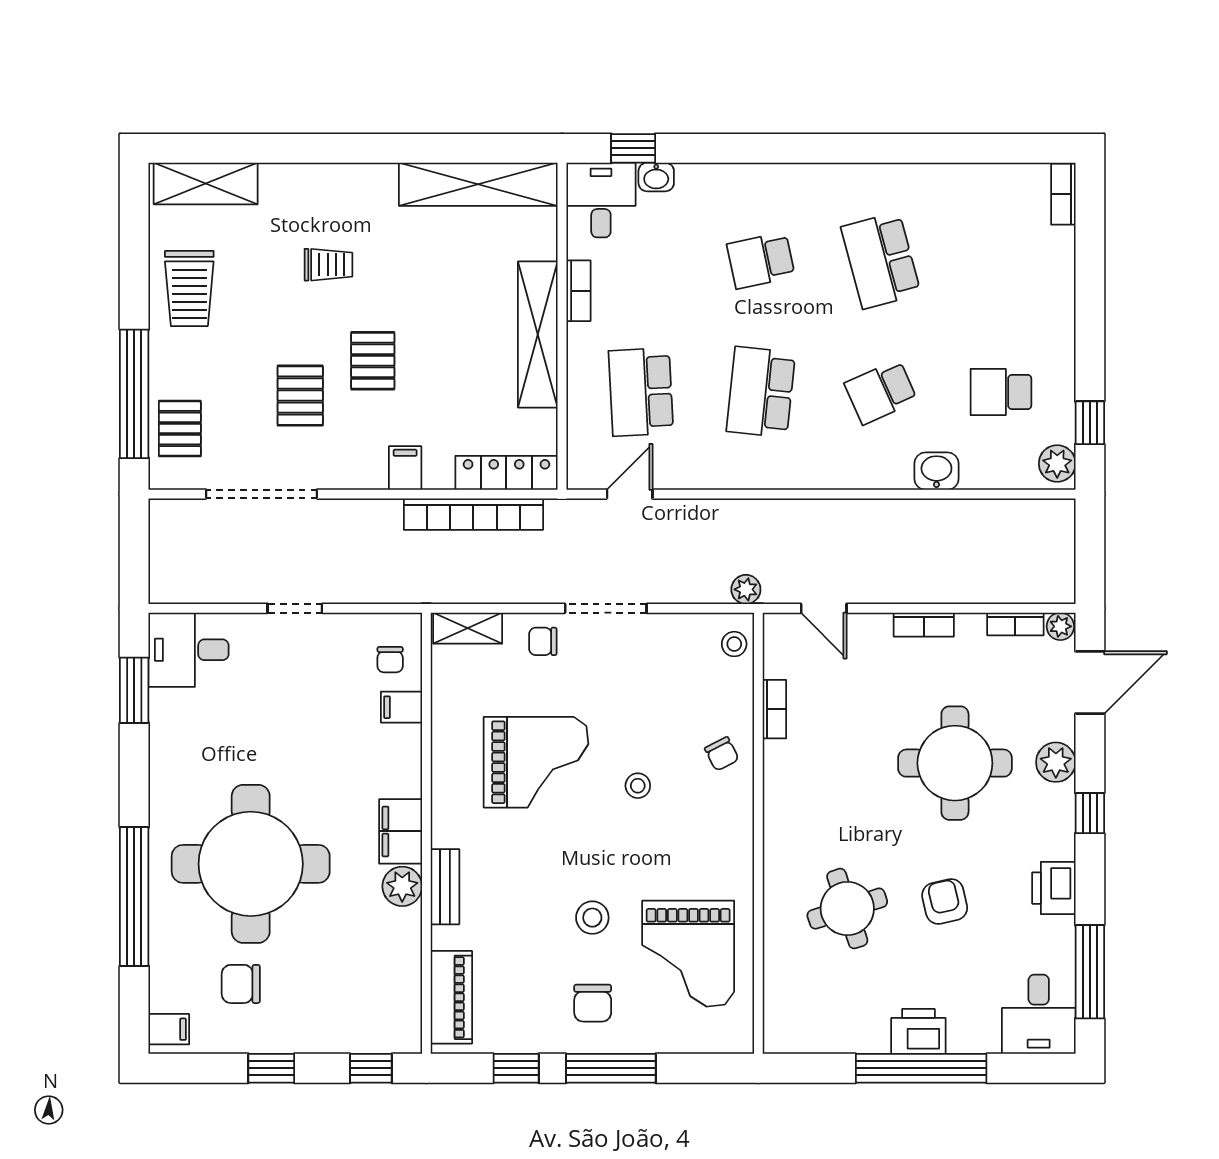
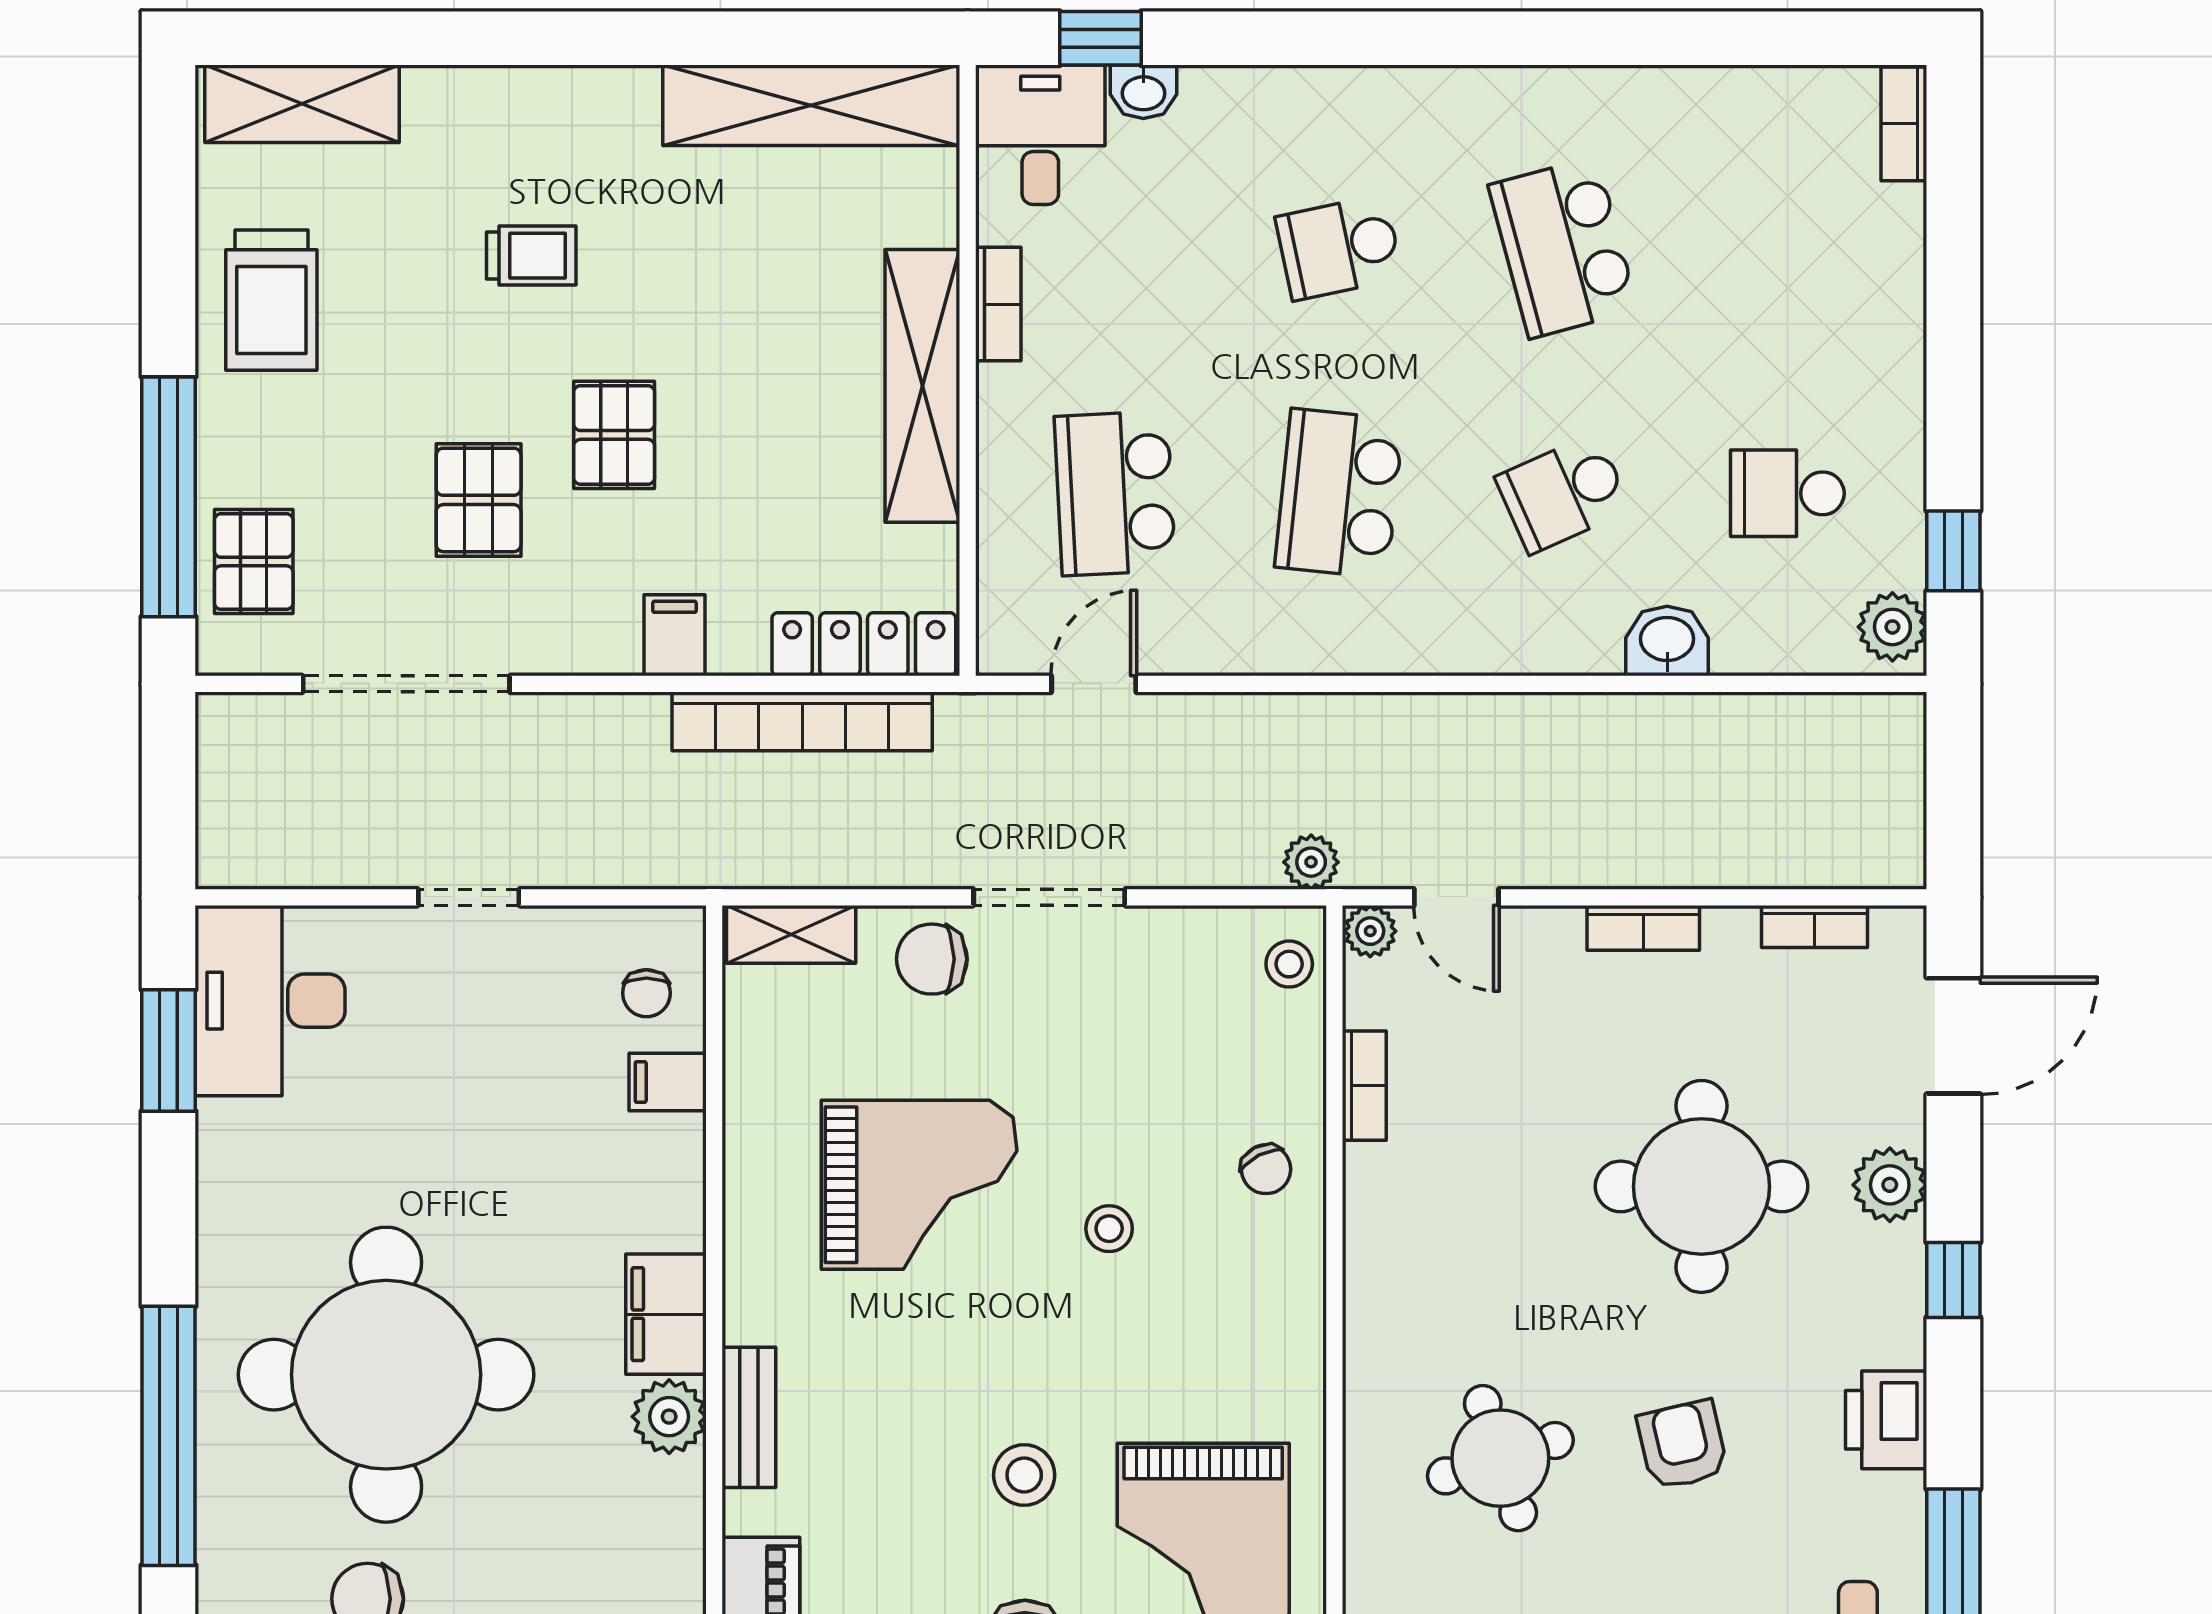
plant: (1060, 626) -> (1370, 931), moved
chair: (543, 641) -> (932, 959), width x1.37, depth x1.37
desk: (189, 650) -> (270, 1001), width x1.37

